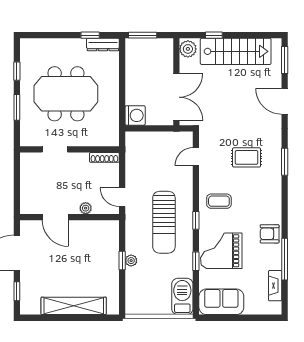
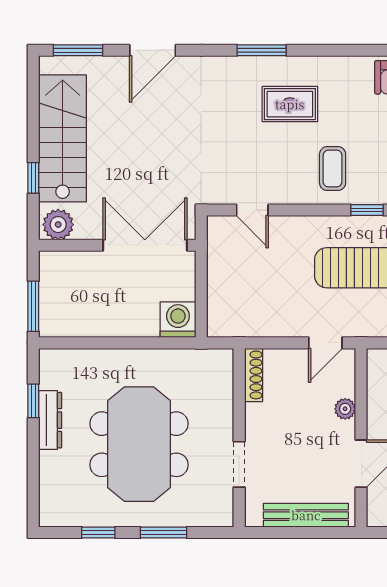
dresser: (103, 44) -> (50, 420), moved
rug: (247, 157) -> (290, 104), moved, turned 90
bench: (27, 186) -> (306, 515), added

